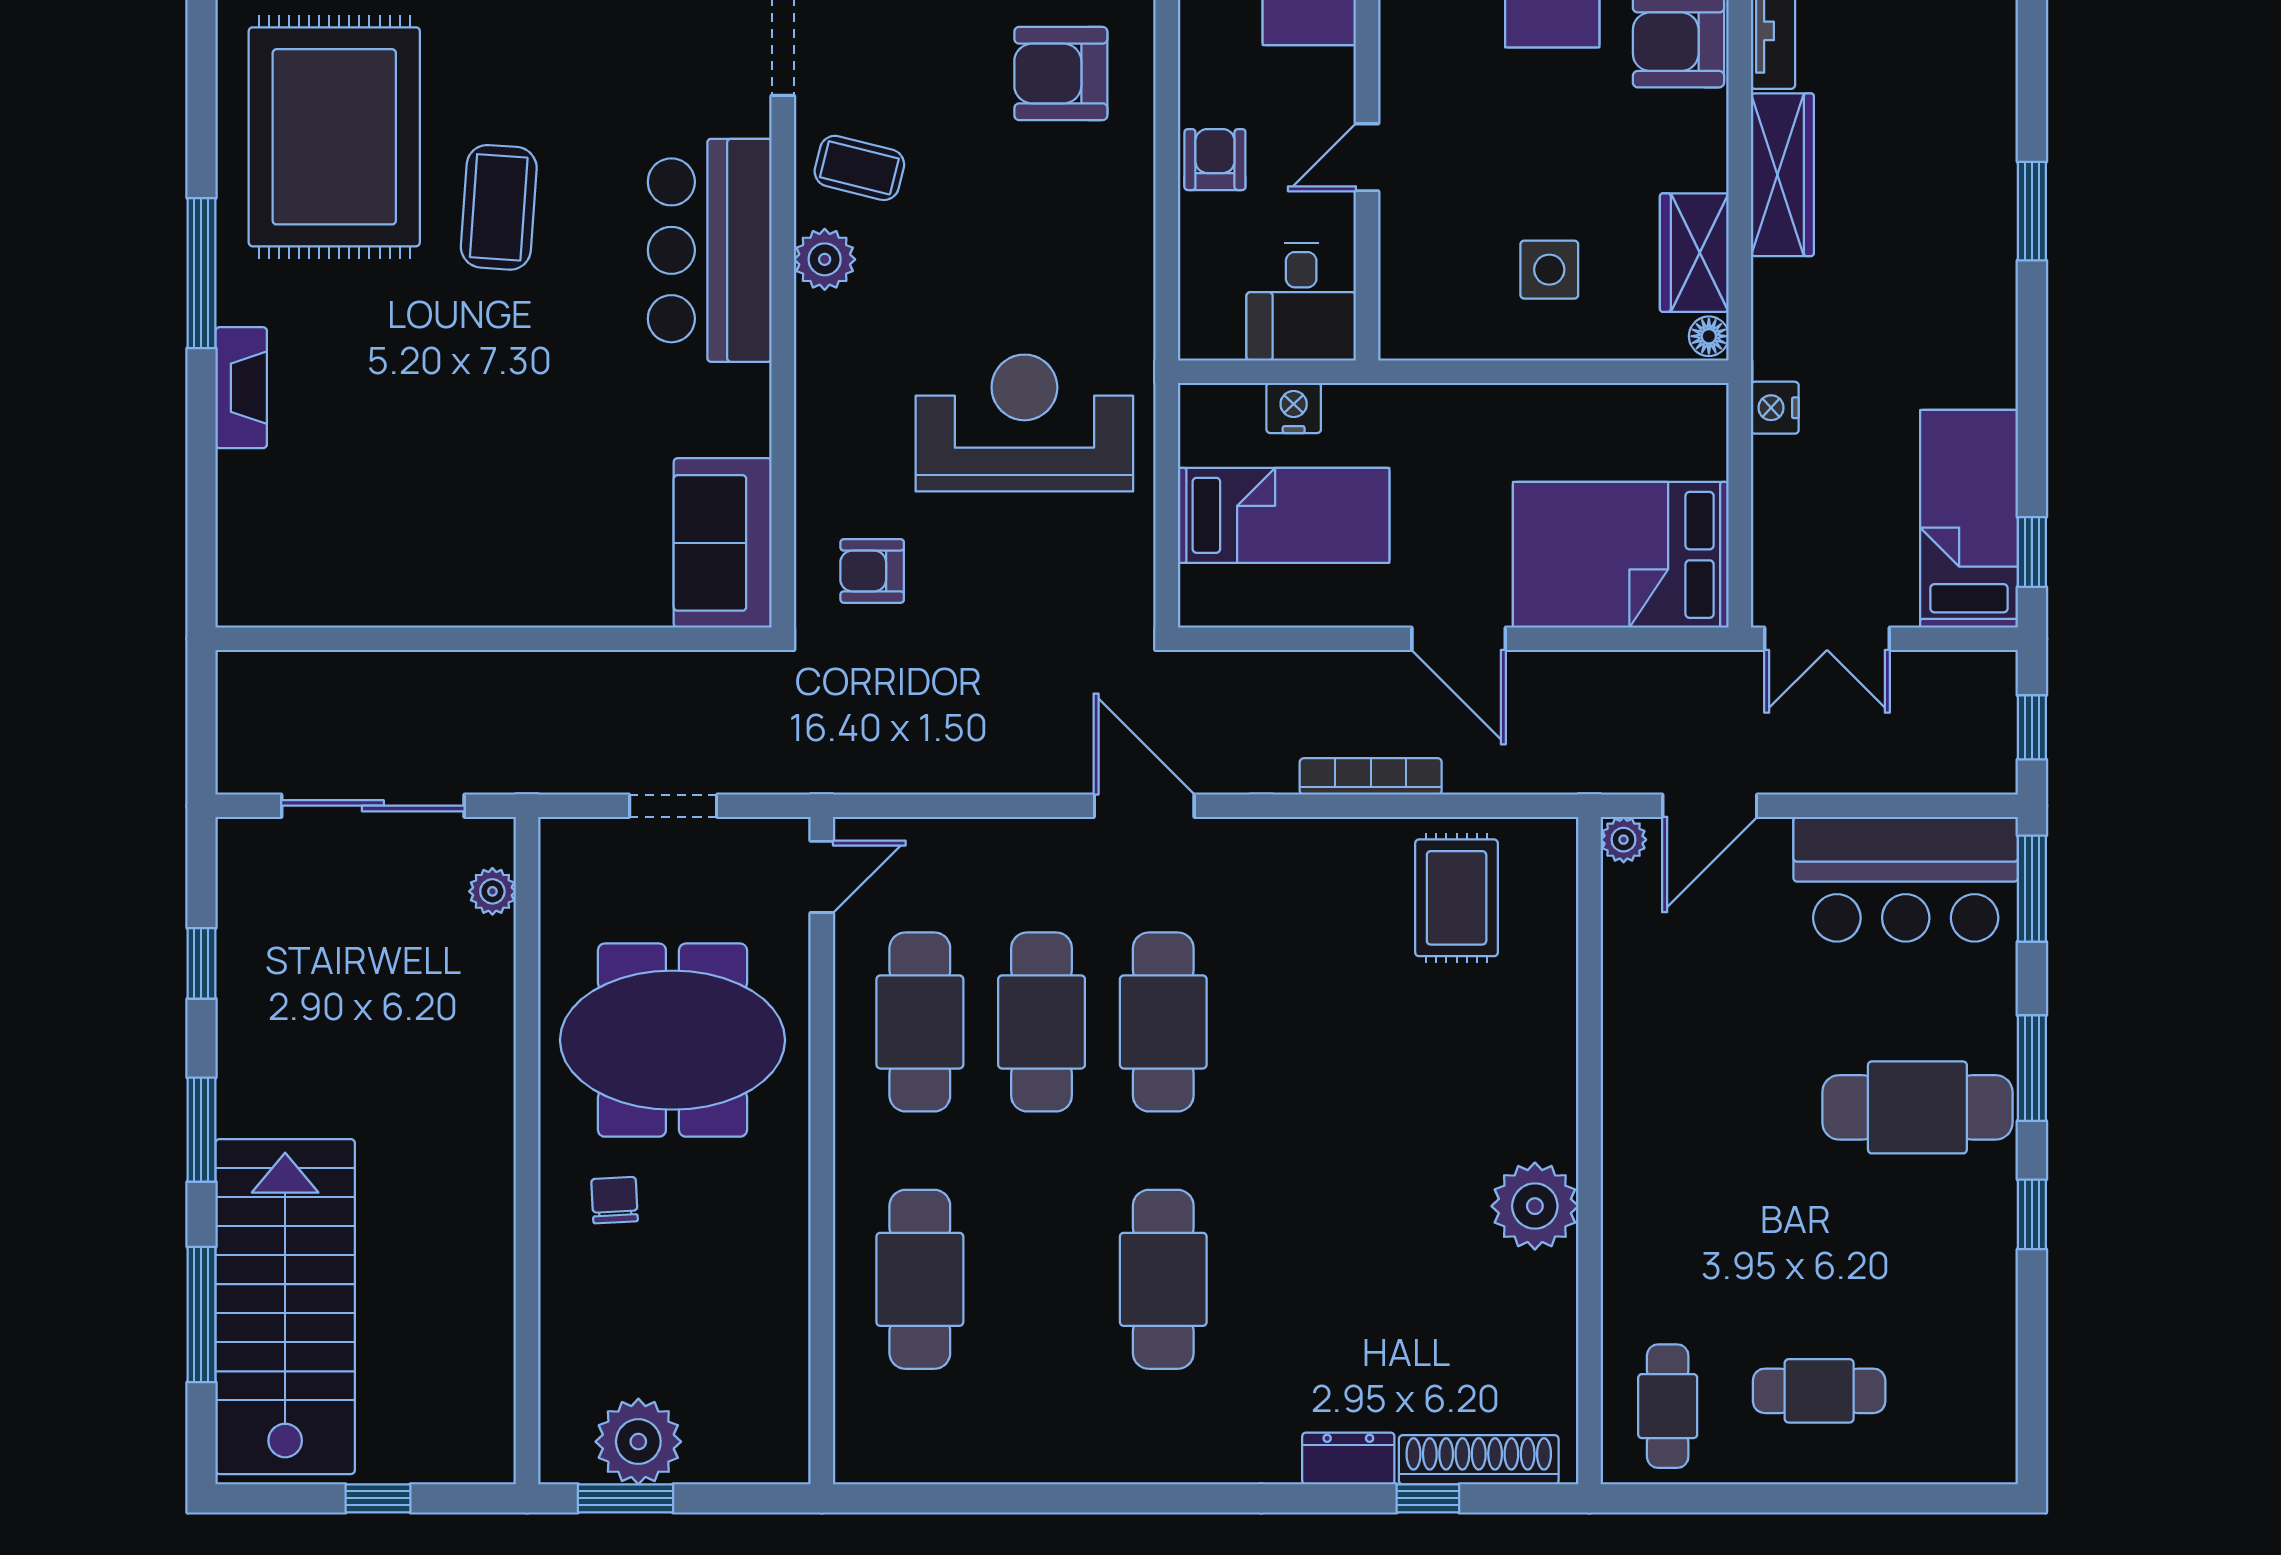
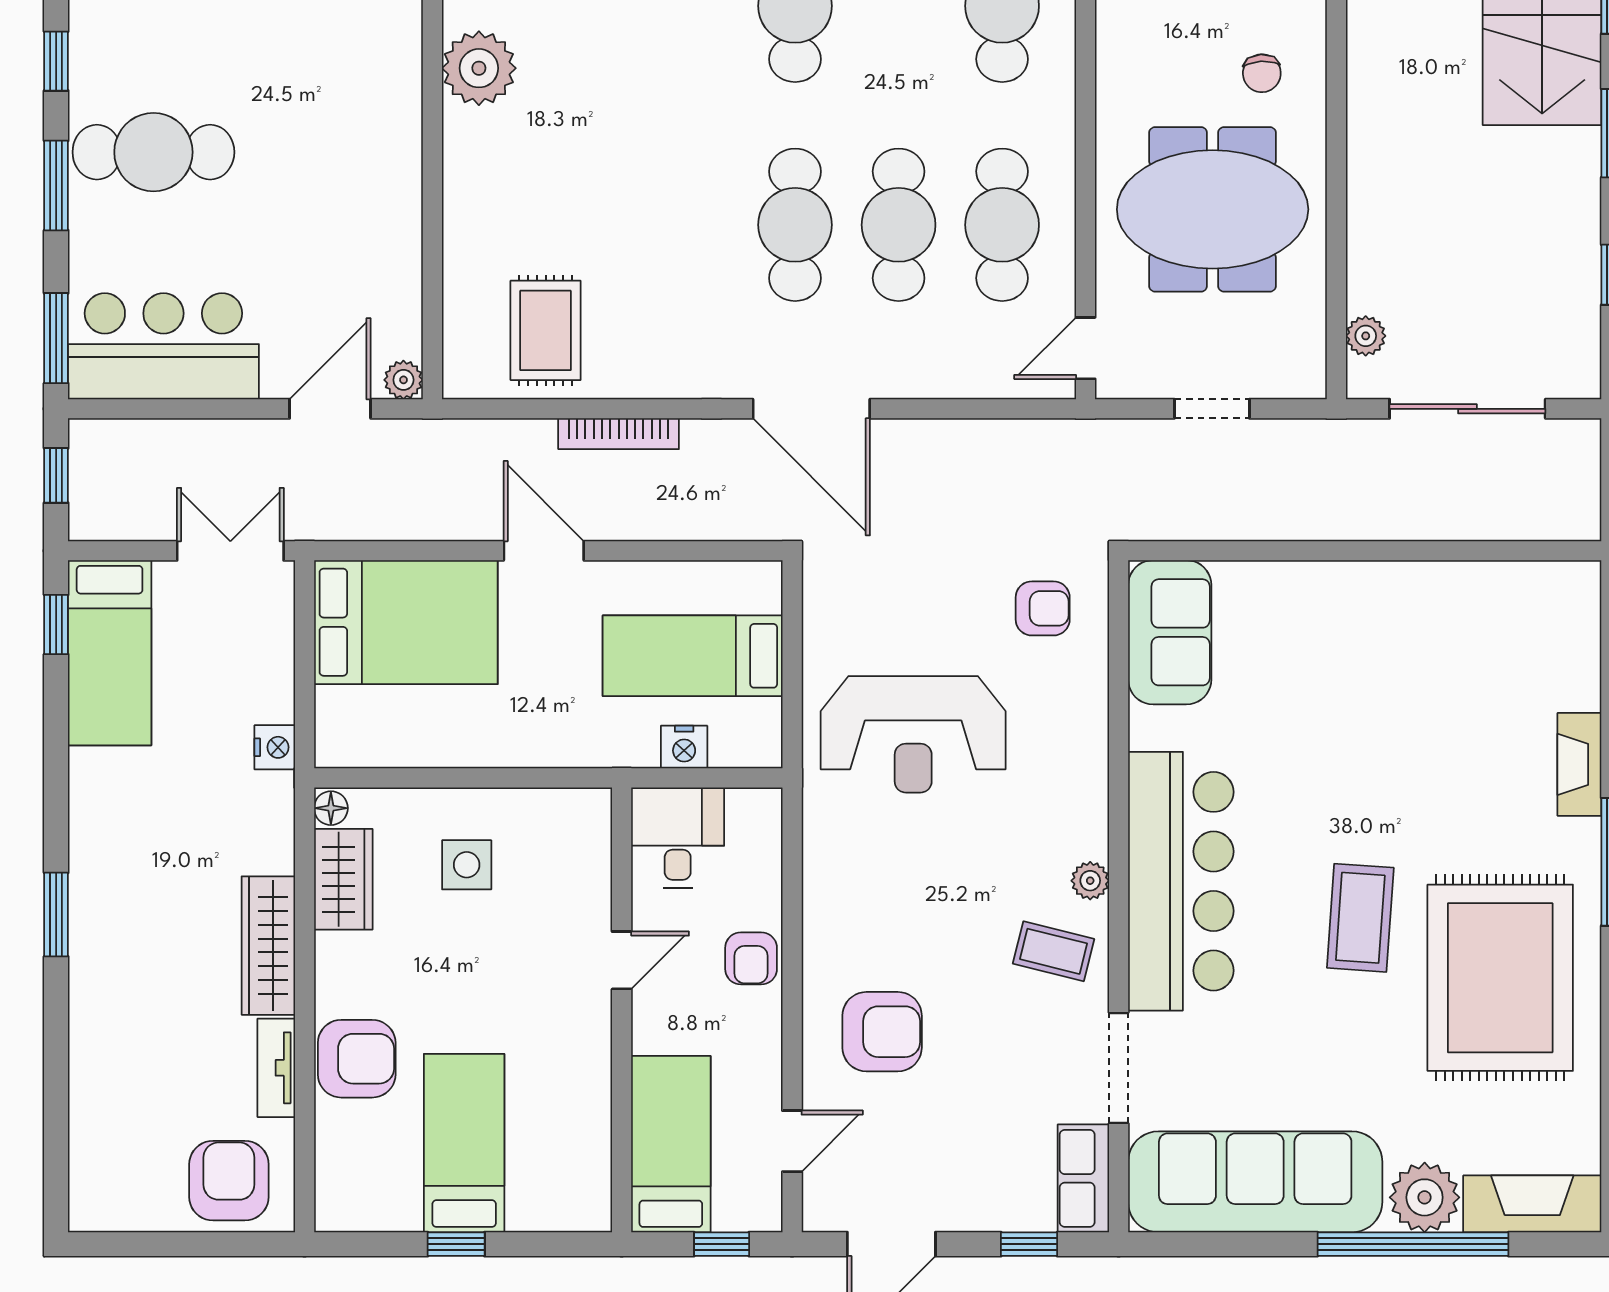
bar counter: (710, 250) -> (1181, 881), width x1.36
plant: (825, 259) -> (1090, 881), width x0.73, depth x0.73
door: (1144, 806) -> (811, 409), width x1.36

